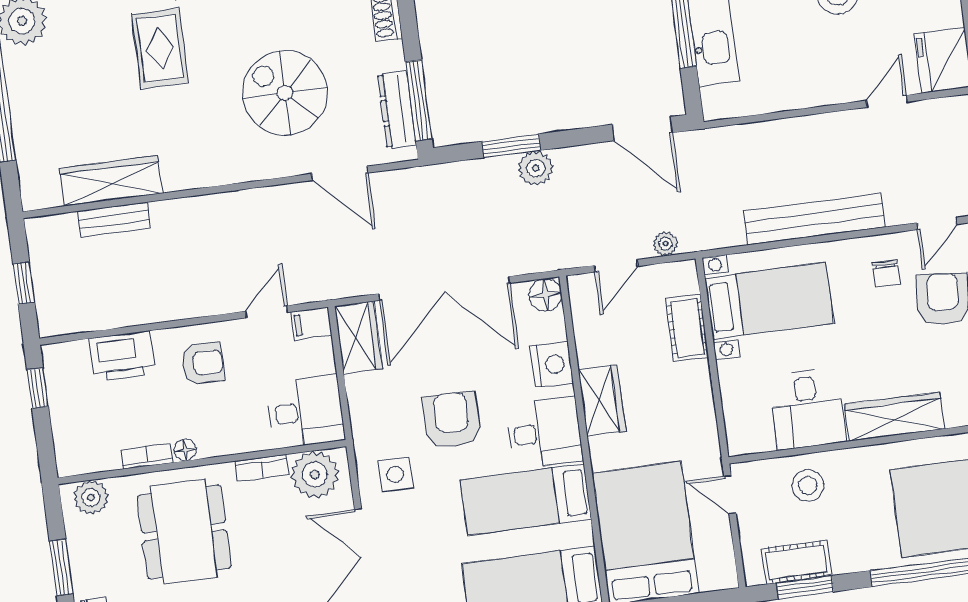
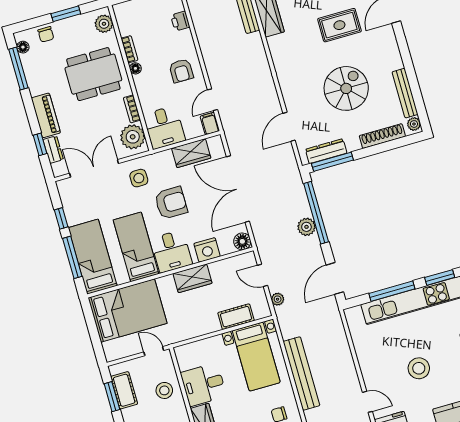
spiral stairs: (285, 93) -> (346, 88), moved
window: (511, 146) -> (316, 213), width x2.11
door: (267, 312) -> (212, 100), swing flipped
wardrobe: (359, 337) -> (191, 153), moved
printer: (123, 356) -> (180, 21), width x0.53, depth x0.68
door: (730, 495) -> (154, 351), hinge flipped

